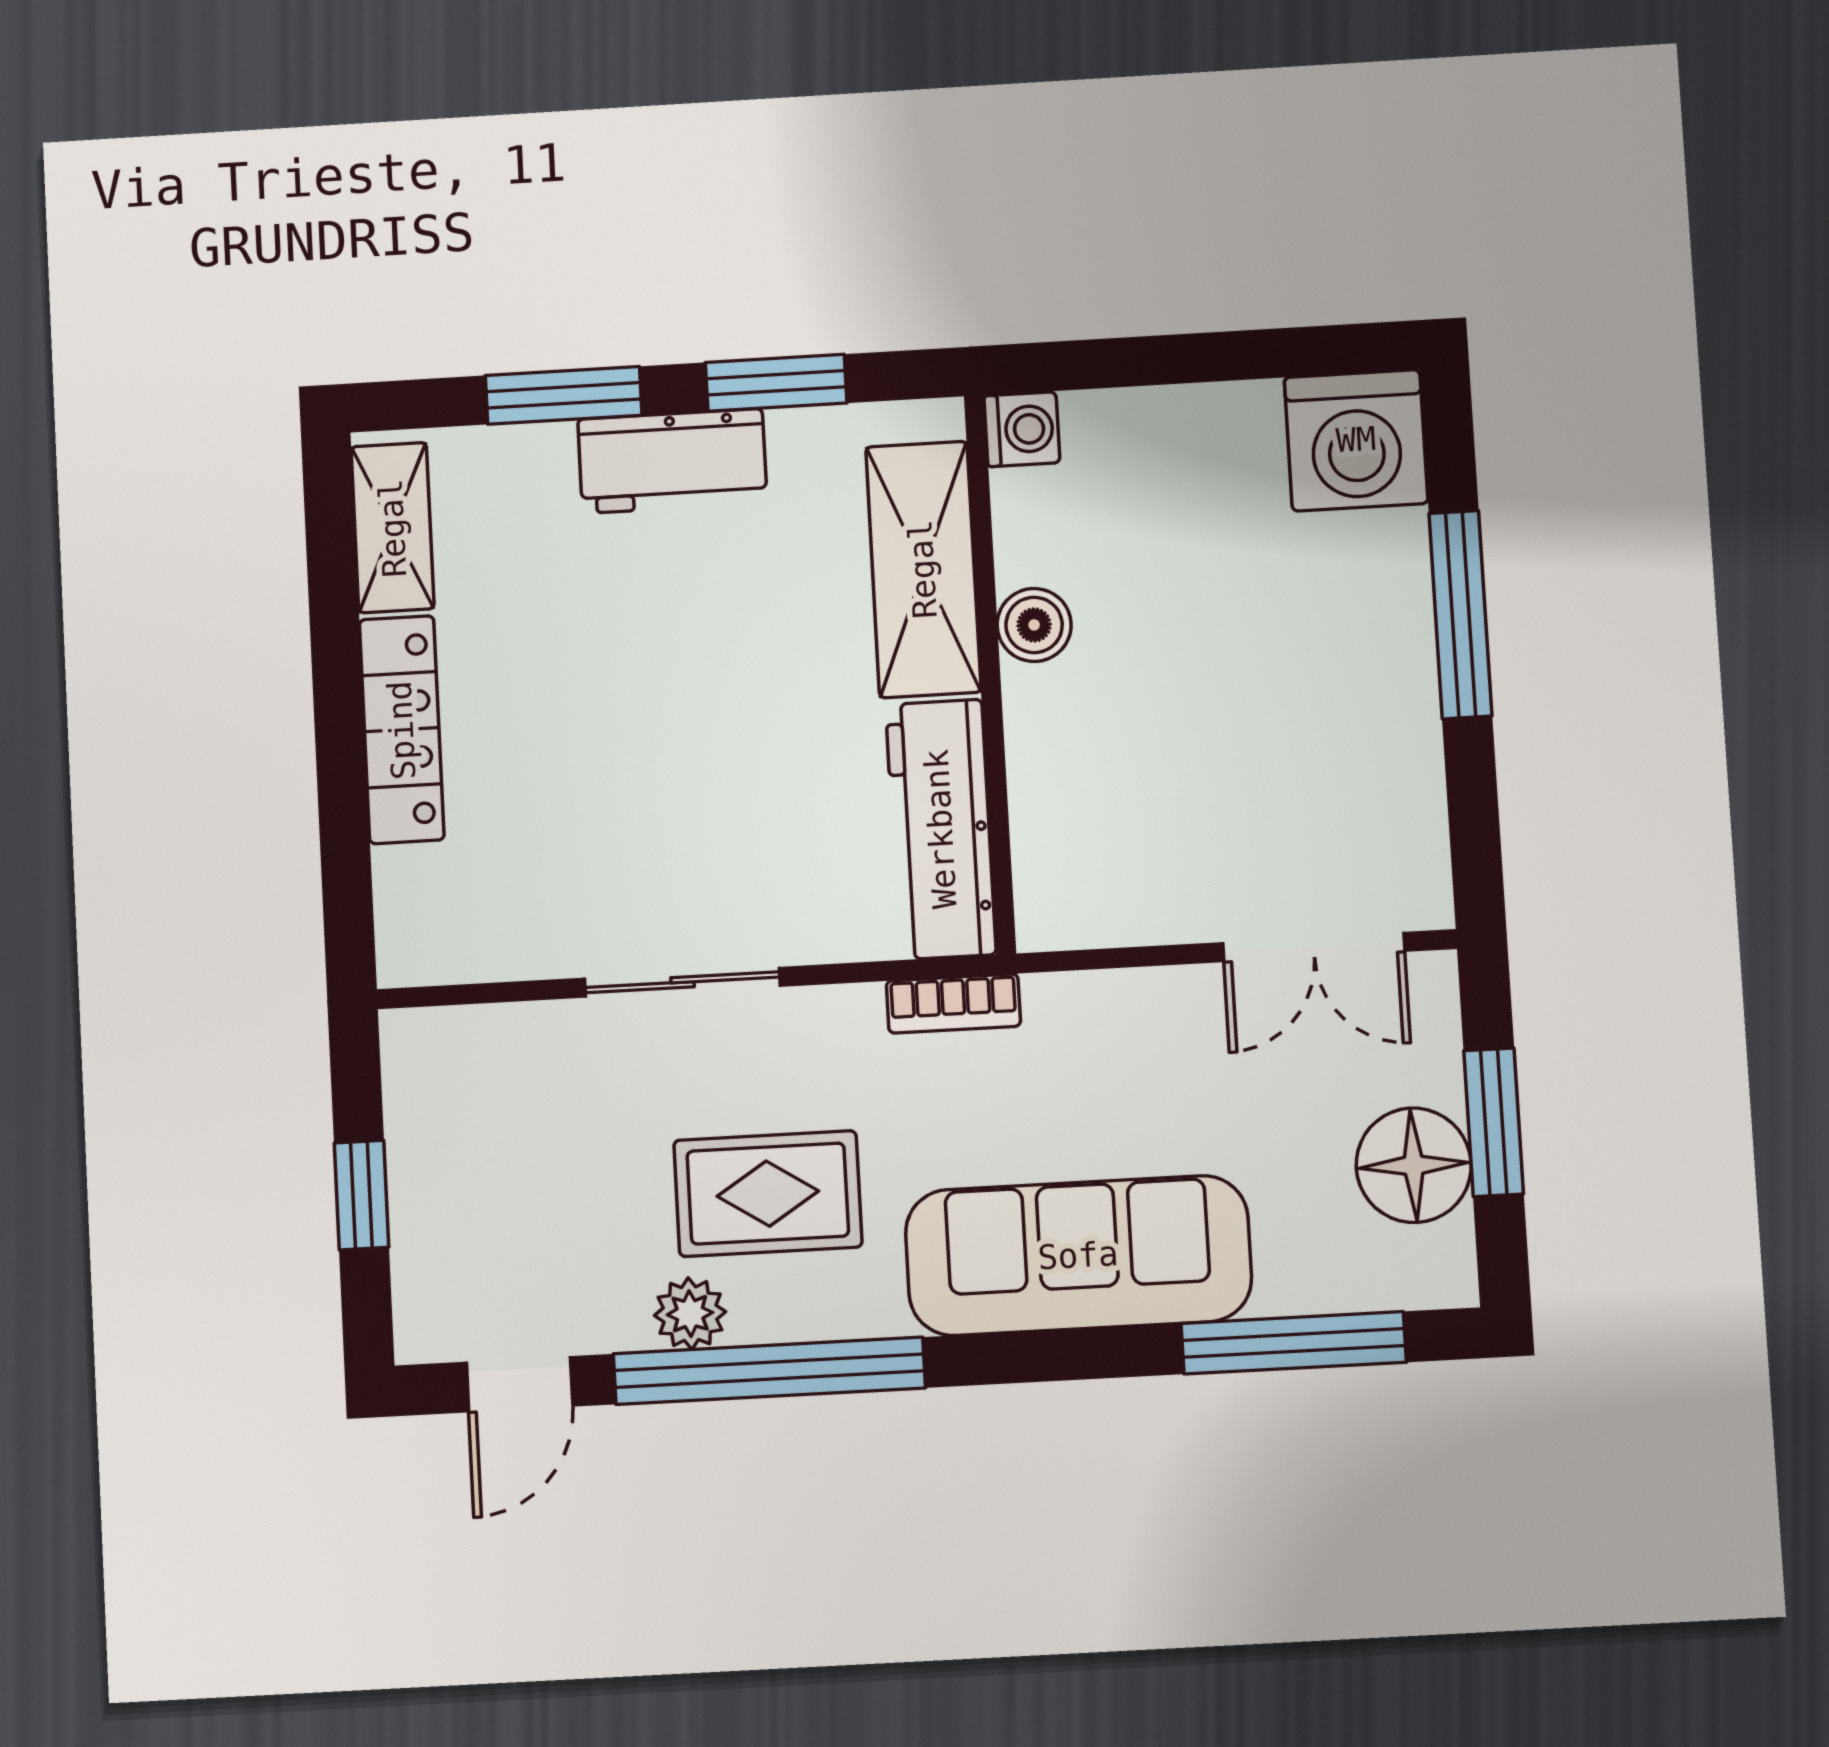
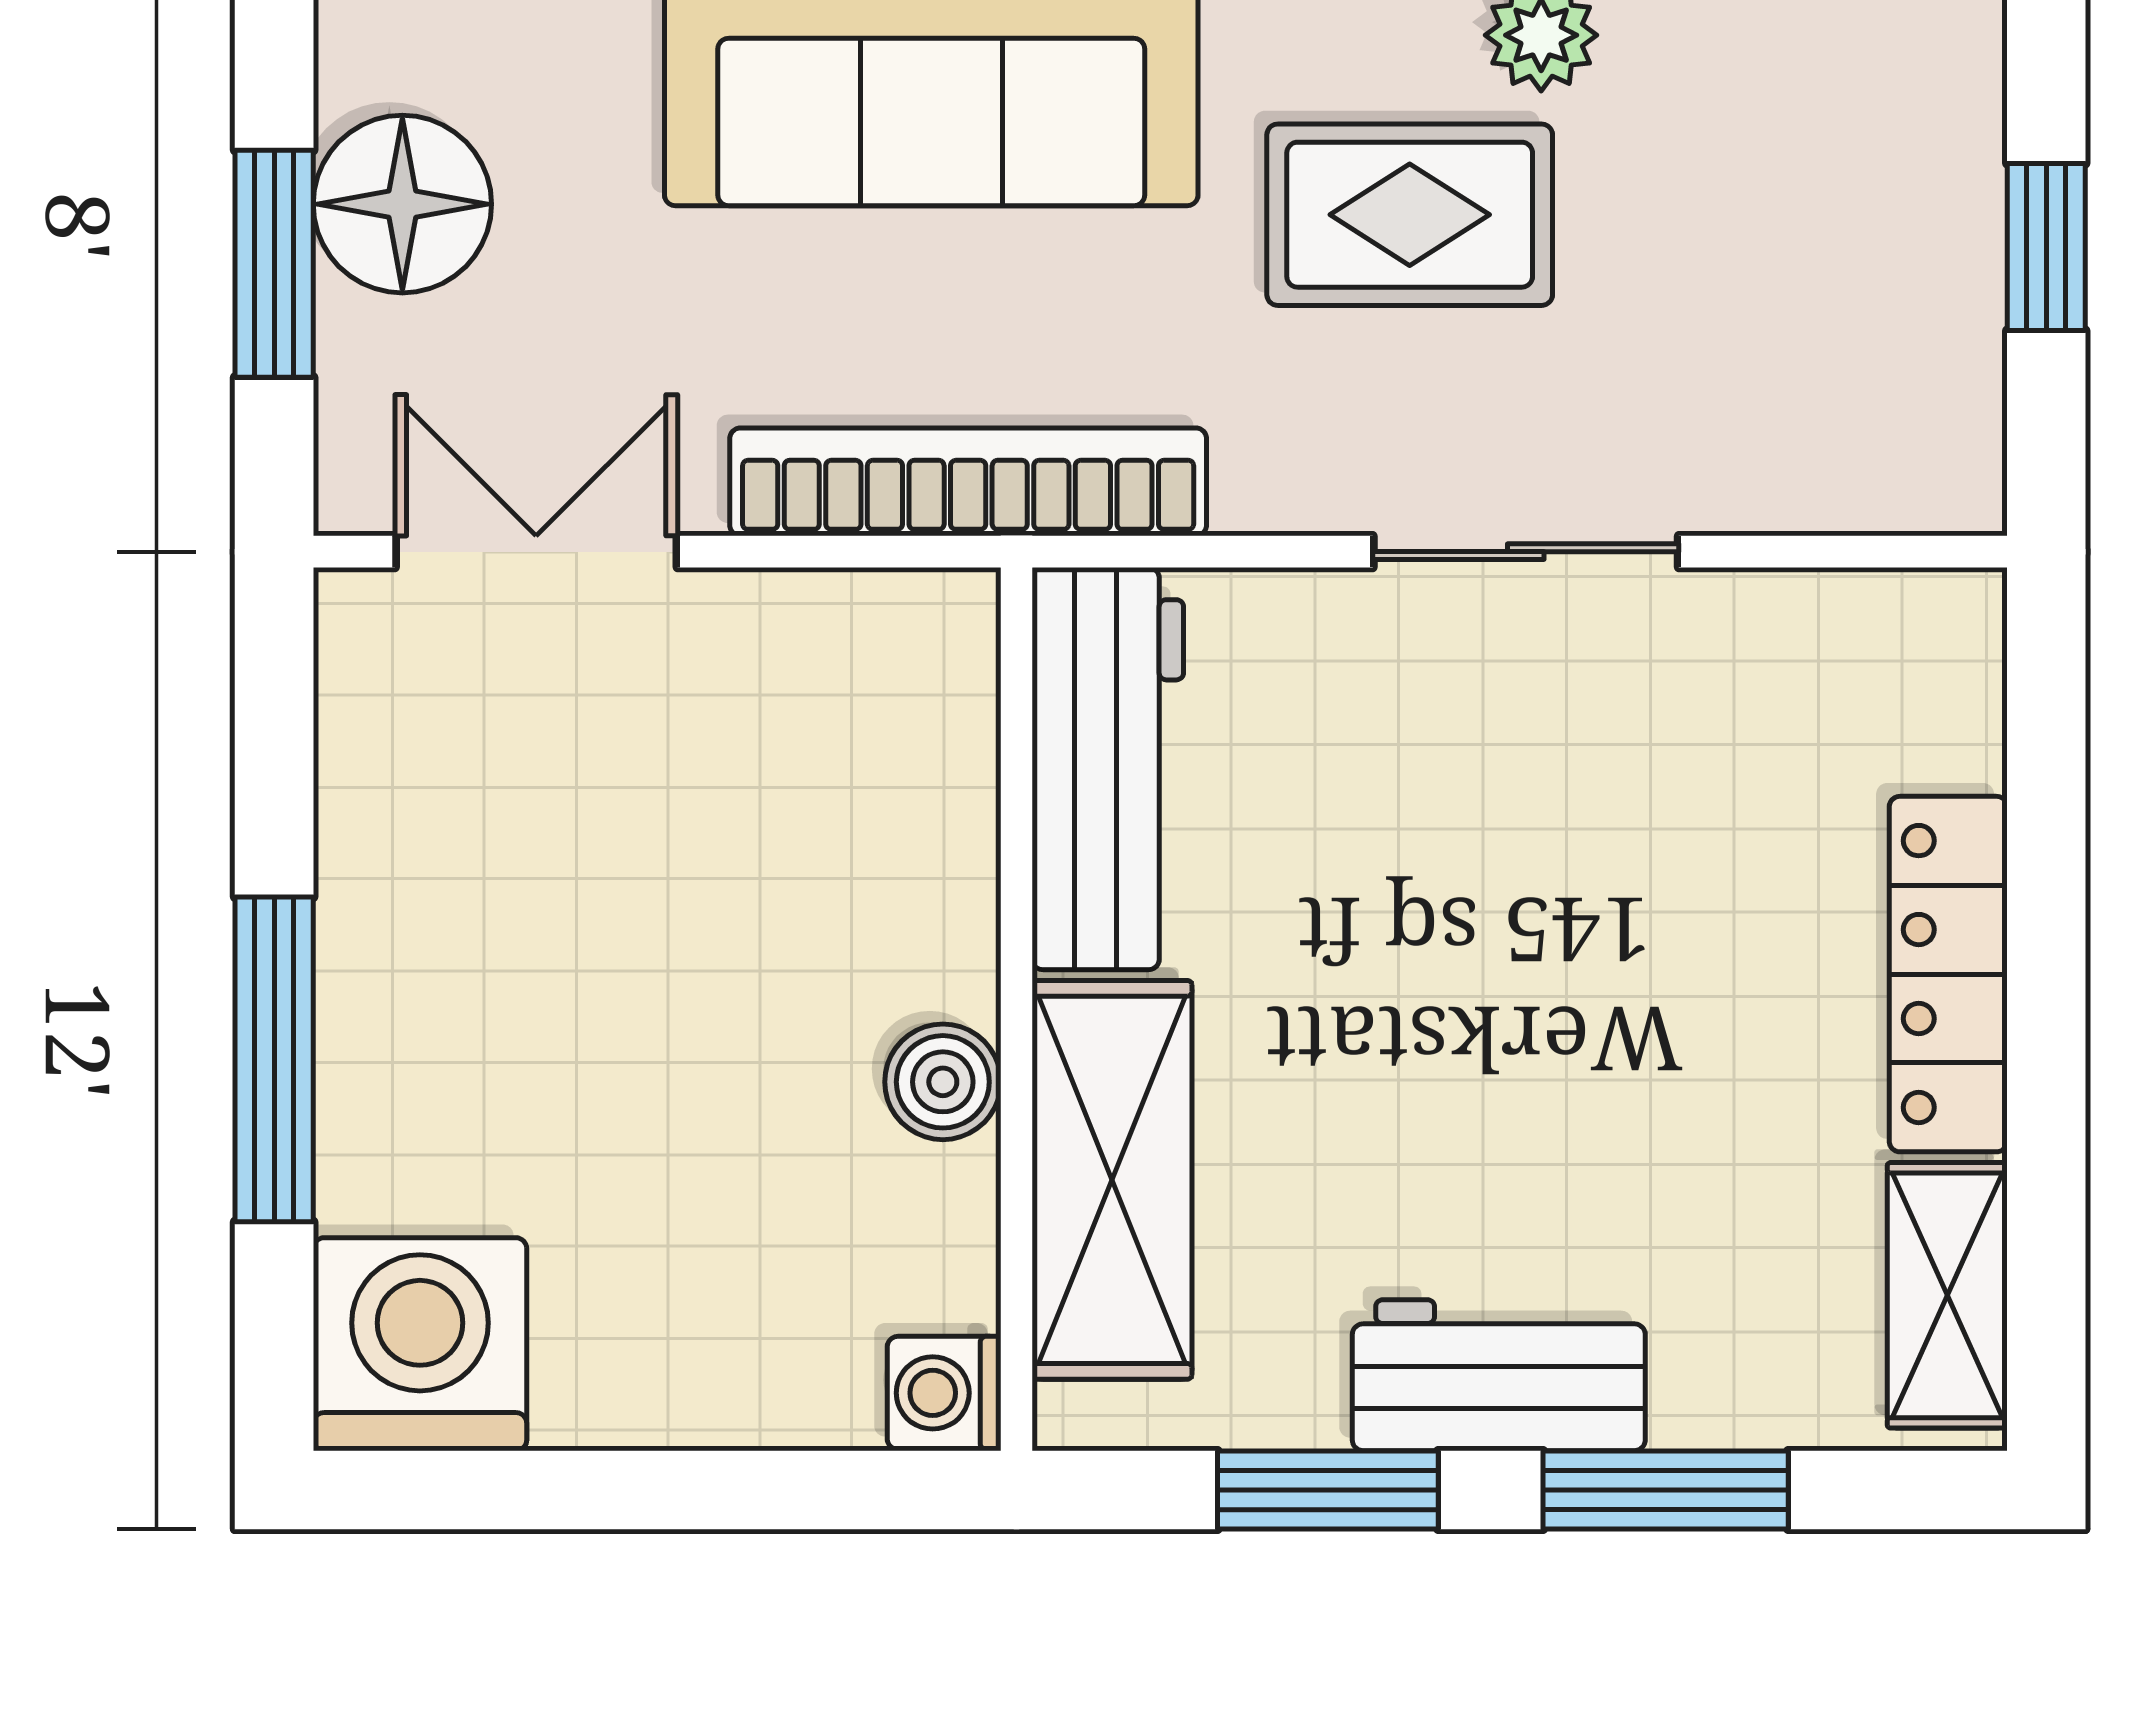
bookcase: (953, 1004) -> (968, 482), width x2.31, depth x1.31

